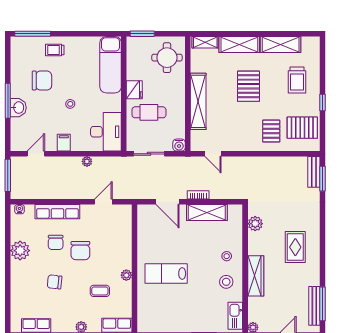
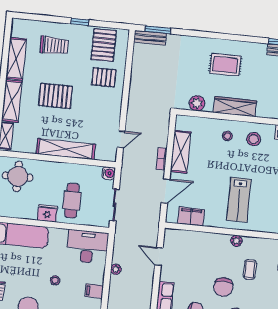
filing cabinet: (145, 229) -> (191, 216), added
chair: (80, 251) -> (223, 287), moved, turned 90
wardrobe: (256, 276) -> (235, 107), moved

